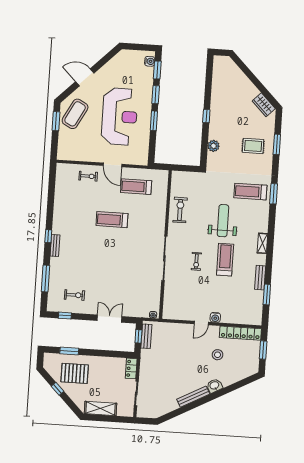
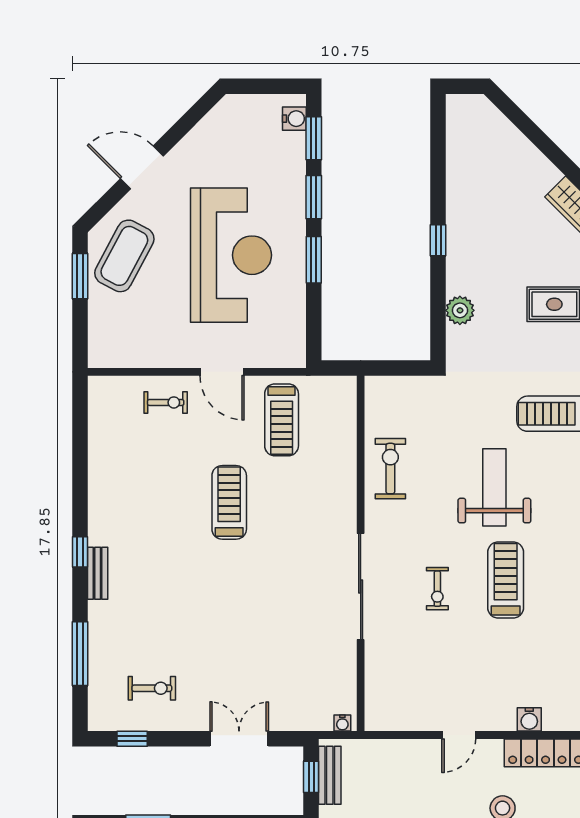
treadmill: (136, 187) -> (282, 420), turned -90
treadmill: (112, 220) -> (229, 502), turned 90
water cooler: (215, 317) -> (529, 719), moved

